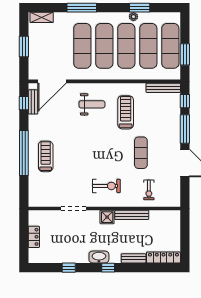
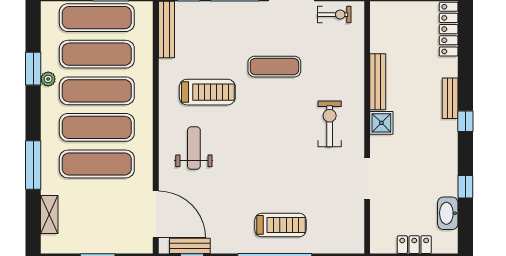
shelving: (42, 17) -> (49, 215), moved
treadmill: (126, 112) -> (207, 92), turned 180
treadmill: (46, 156) -> (280, 225), turned 180
exercise bike: (149, 190) -> (334, 15), moved
washbasin: (99, 257) -> (448, 213), moved
bench: (134, 258) -> (450, 98), moved

